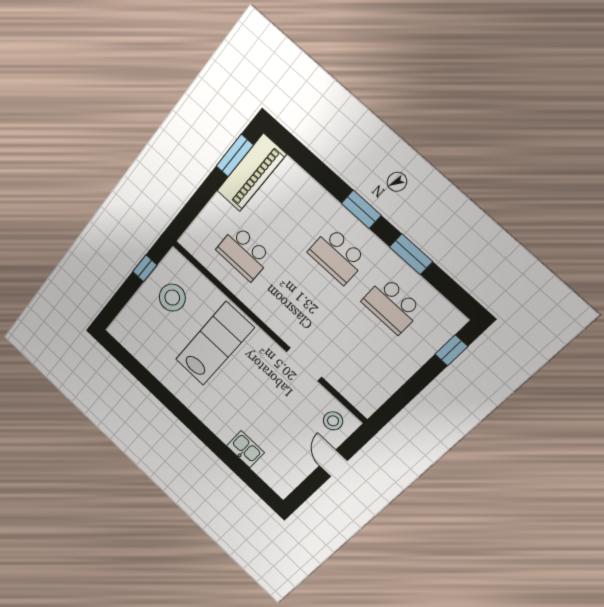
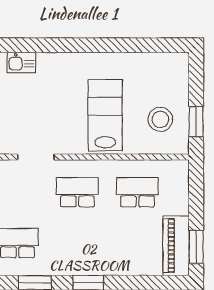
school desk: (337, 256) -> (77, 192), moved
window: (145, 268) -> (196, 122), width x1.50
lab bench: (215, 344) -> (105, 115), turned 180

